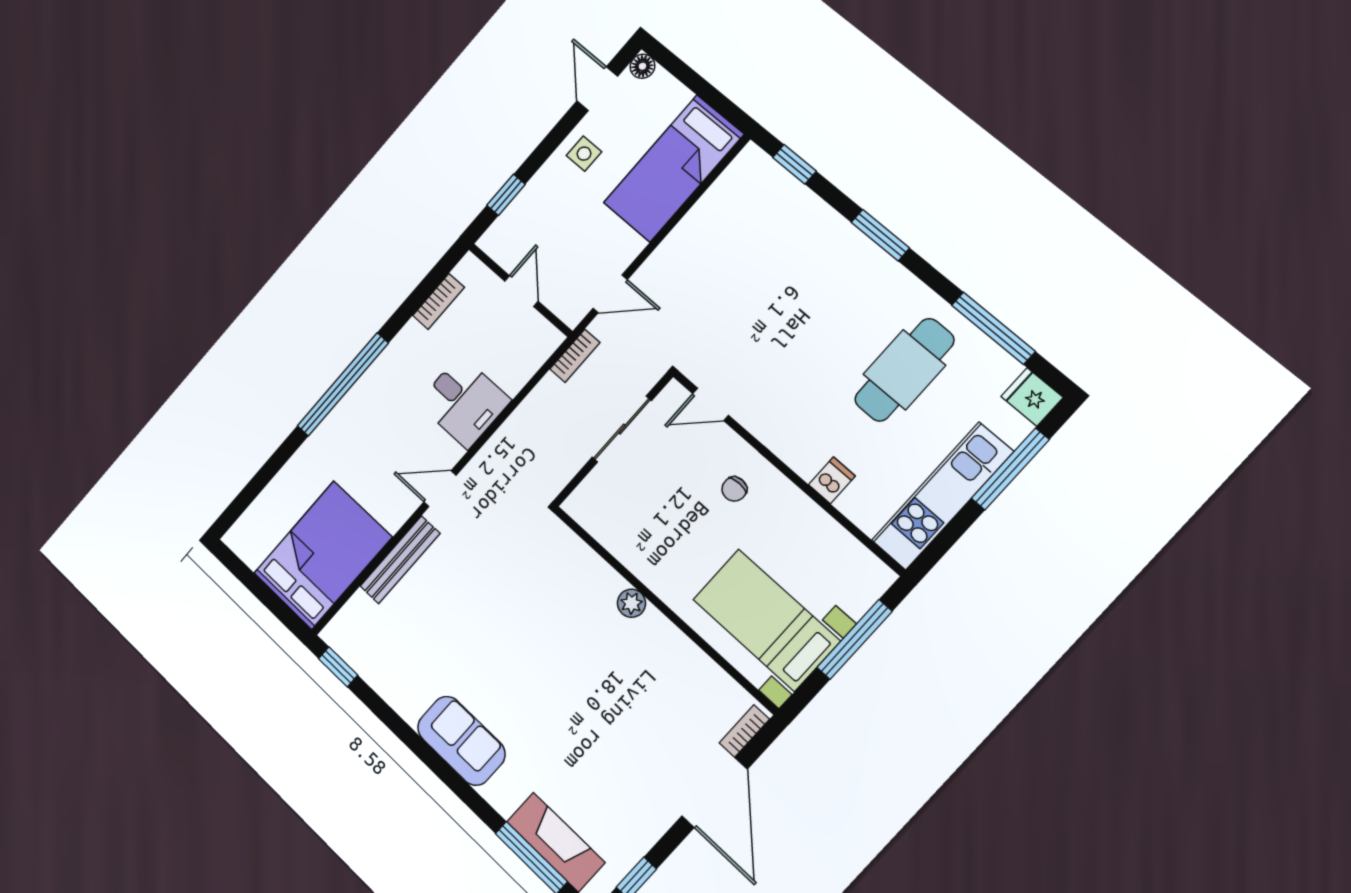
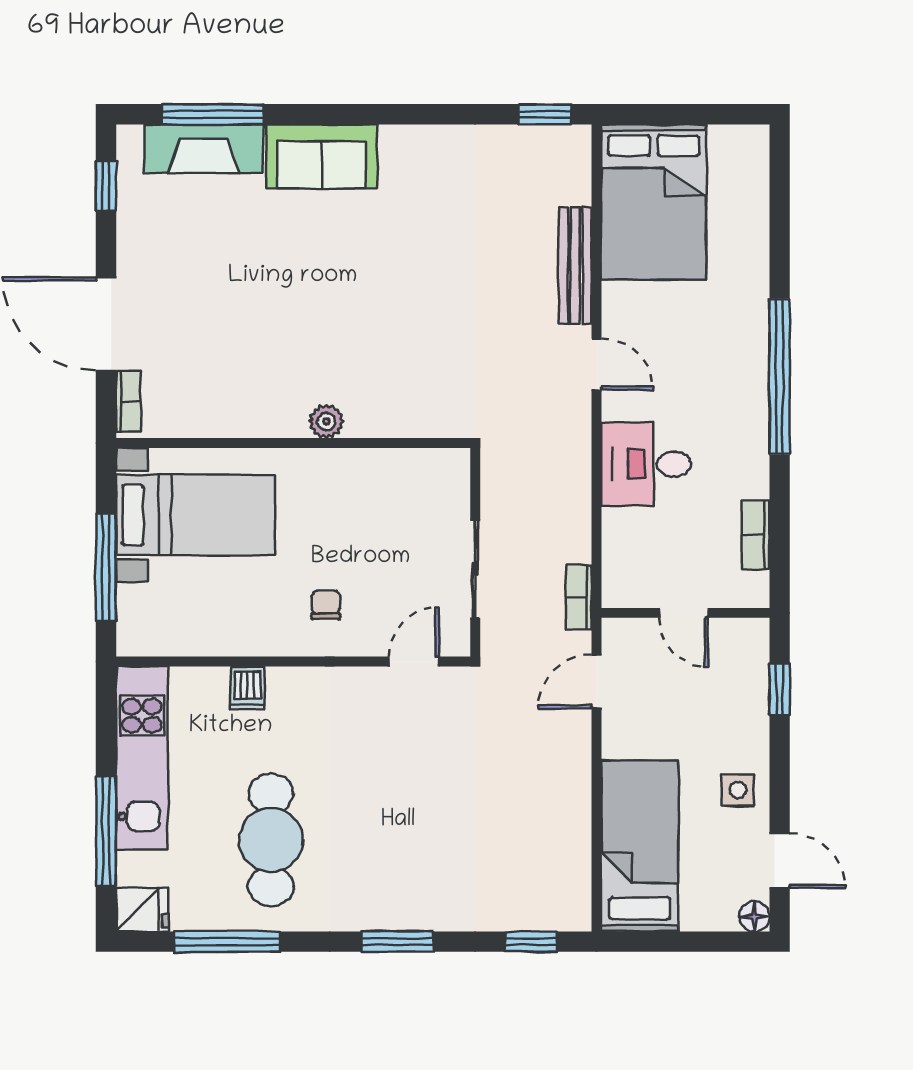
door: (440, 489) -> (596, 364), hinge flipped
sofa: (461, 741) -> (322, 156), moved

